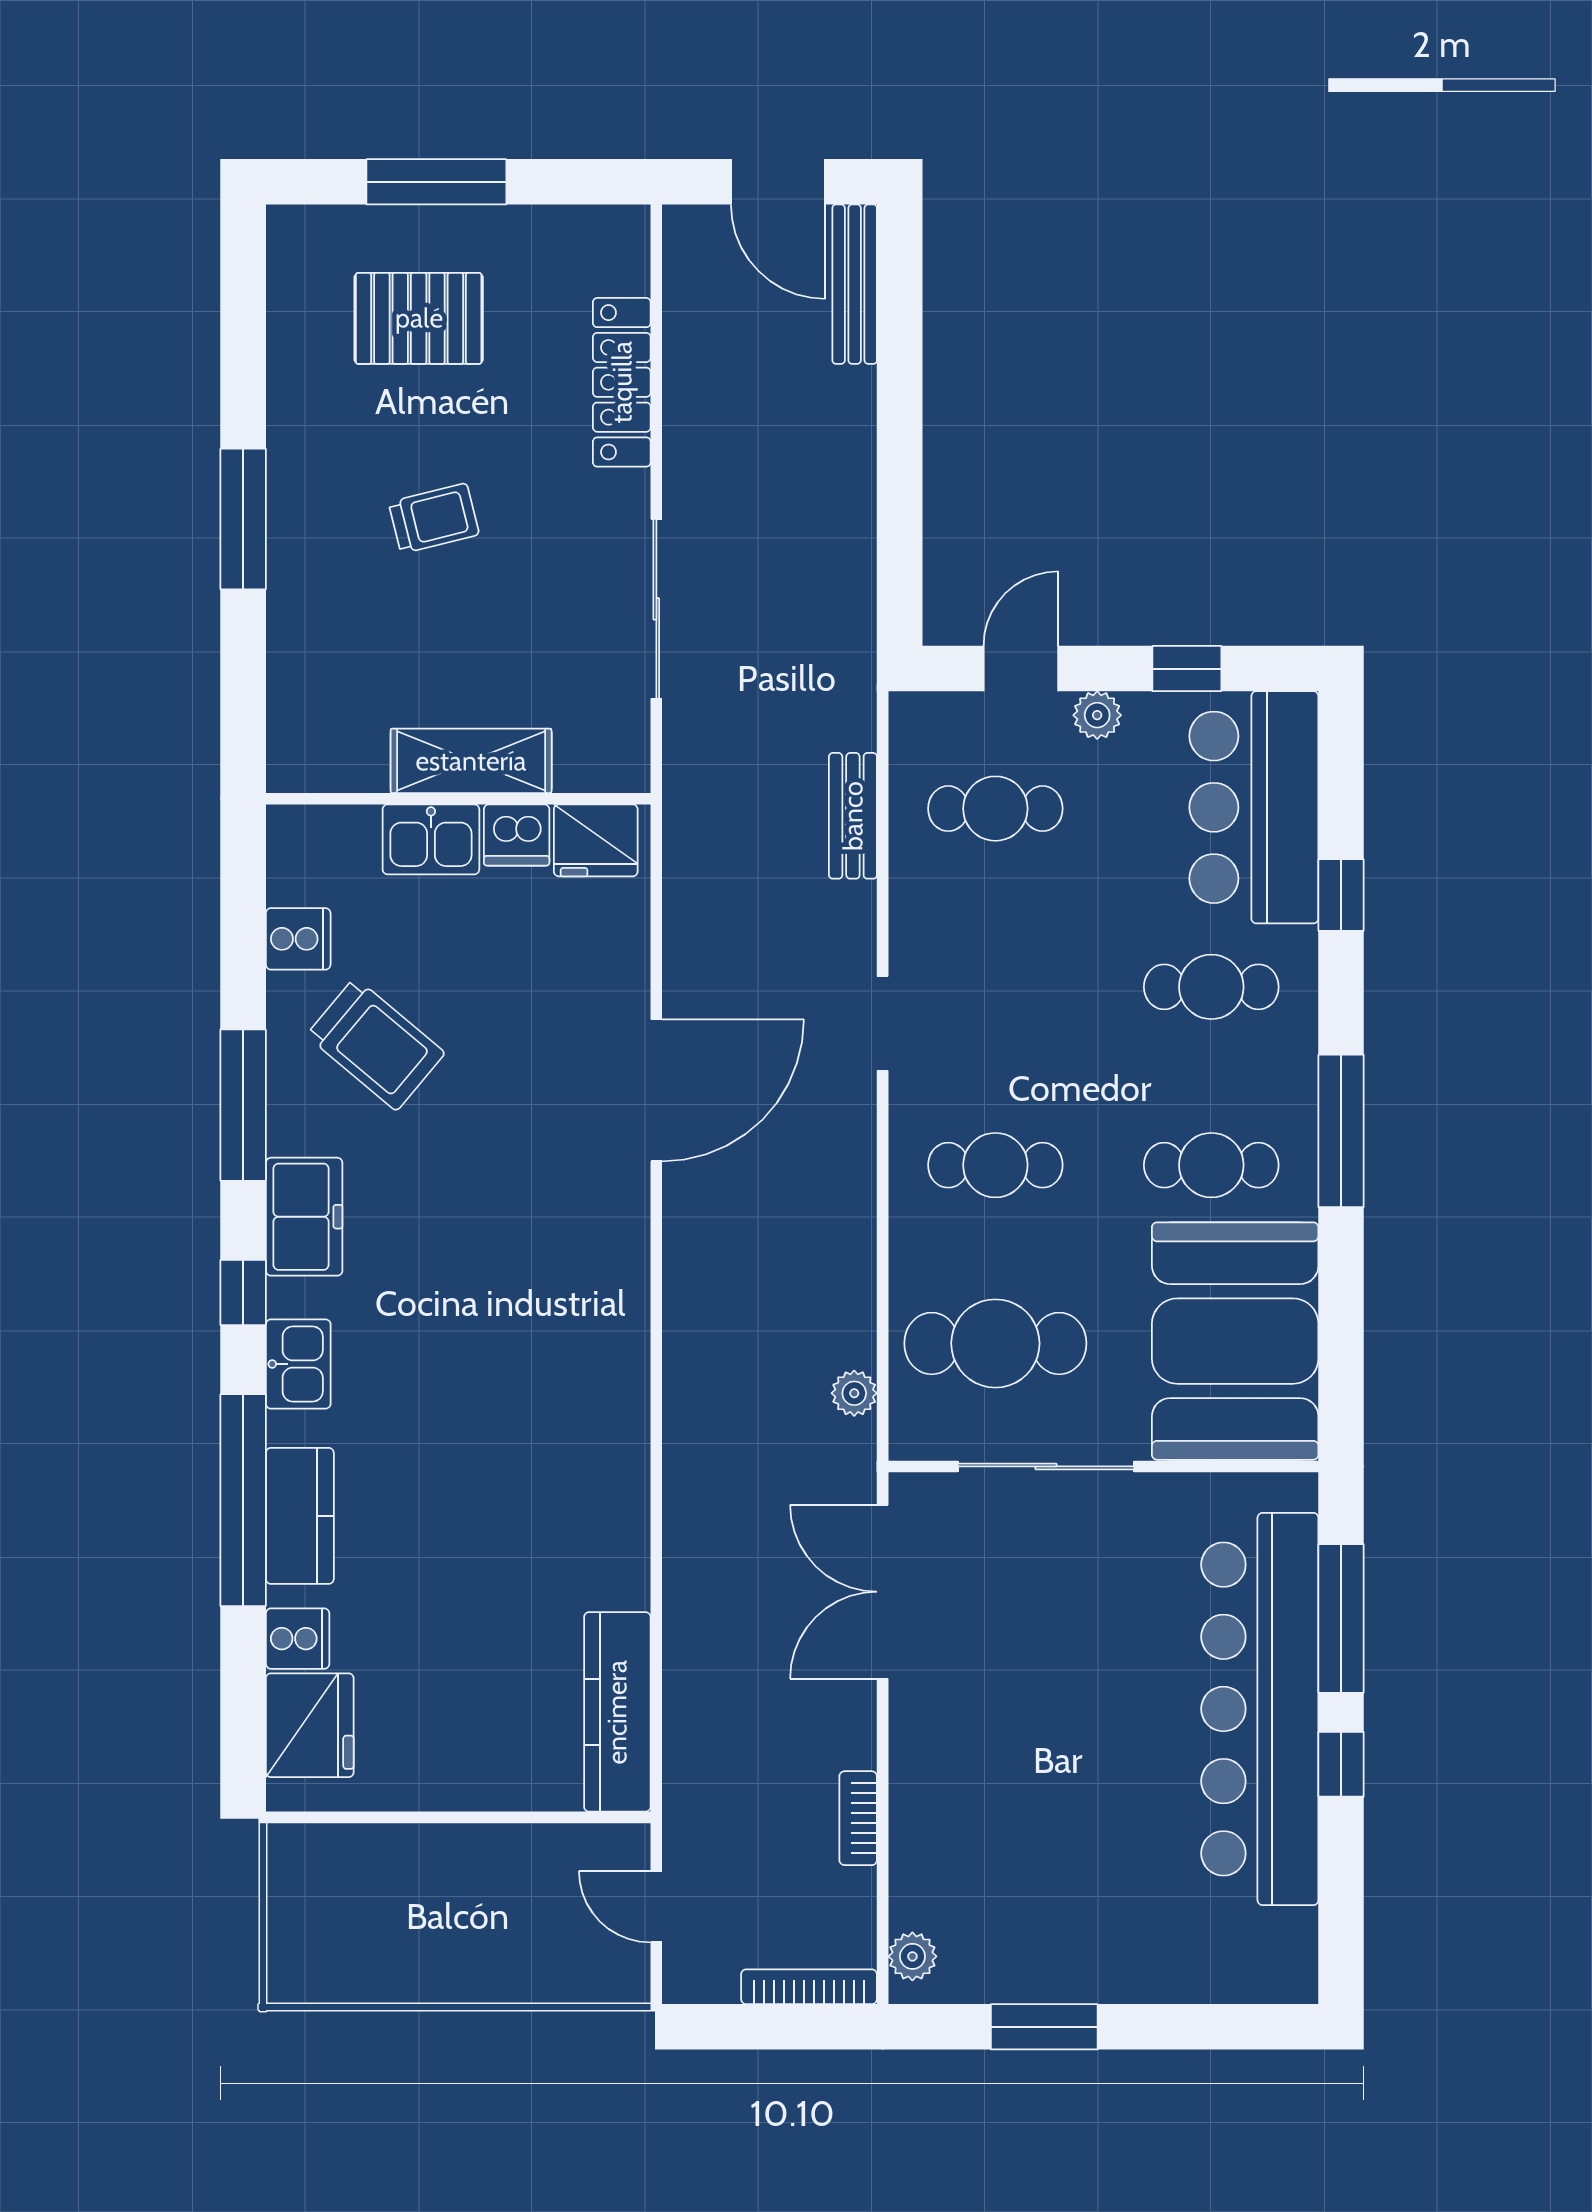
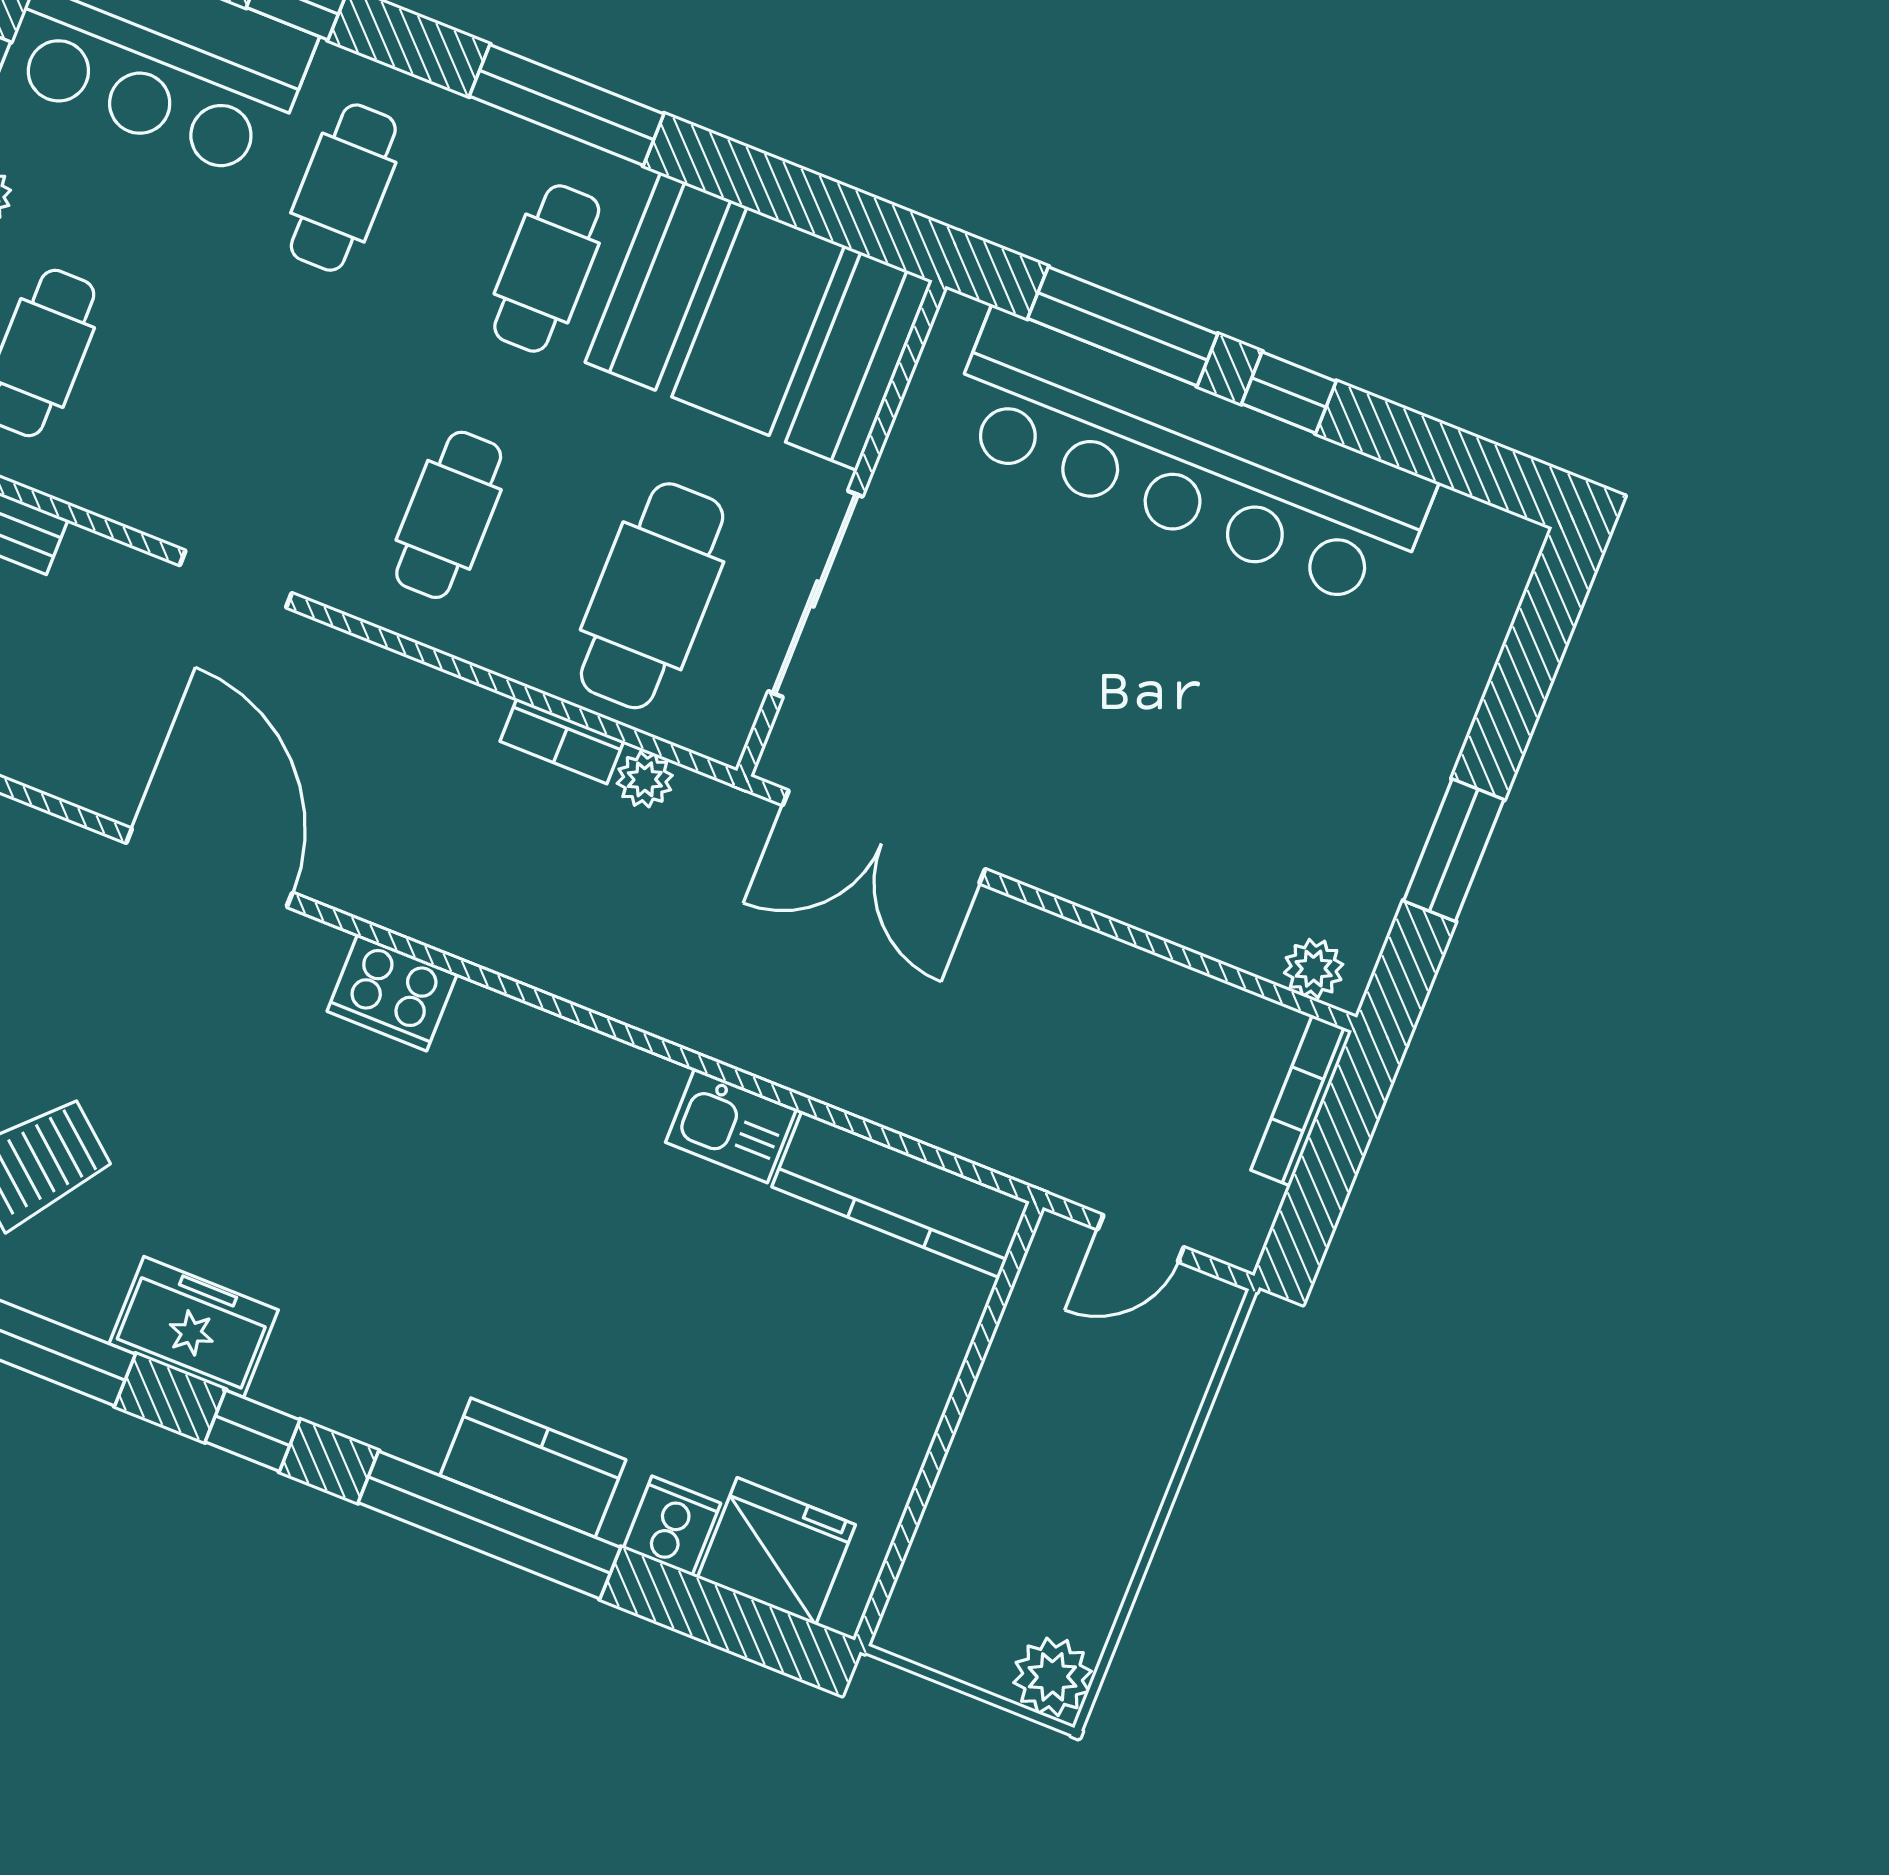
cooker: (617, 1266) -> (392, 993), added
kitchen sink: (298, 1364) -> (731, 1126), moved, turned 180
bookcase: (858, 1818) -> (562, 741), moved
plant: (298, 1972) -> (1052, 1677), added

